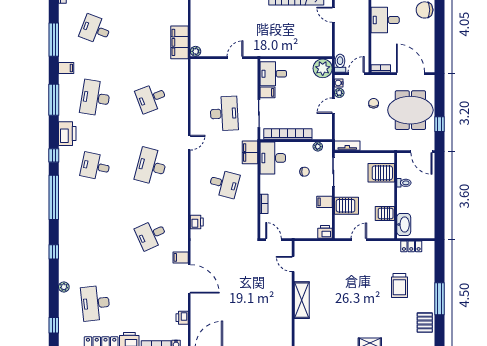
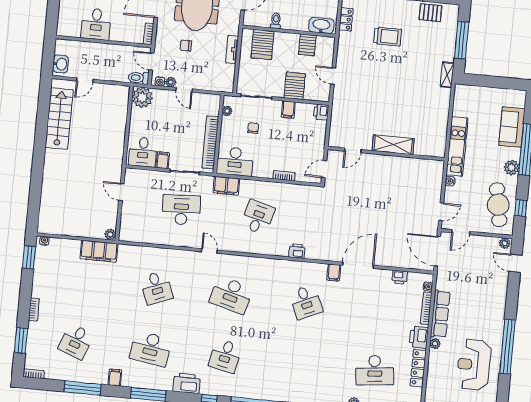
tv unit: (347, 146) -> (232, 50), moved

